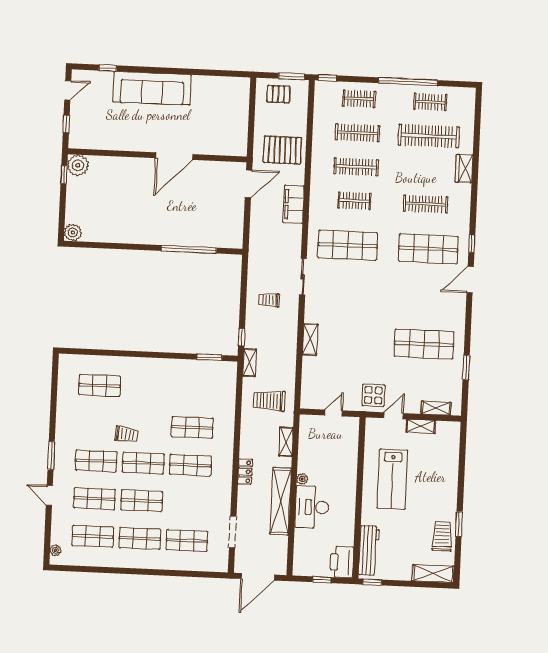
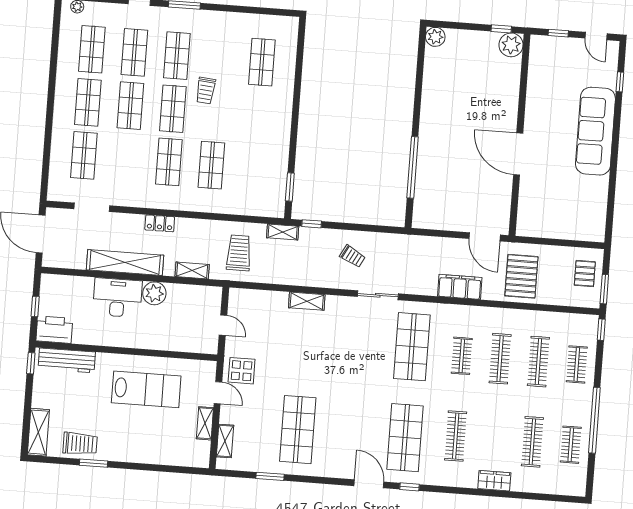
clothes rail: (429, 136) -> (532, 442), width x0.73, depth x0.76
trolley: (269, 300) -> (353, 256), turned 118
plant: (302, 479) -> (154, 293), width x1.88, depth x1.88
lab bench: (392, 479) -> (146, 389), turned 180

